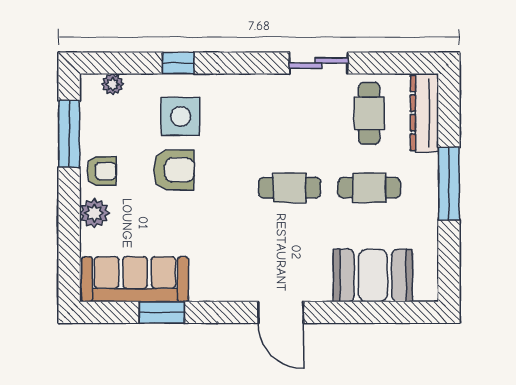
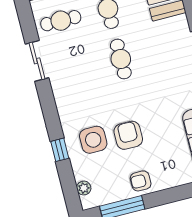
armchair: (102, 171) -> (141, 181), turned -90
plant: (94, 213) -> (168, 179), removed

